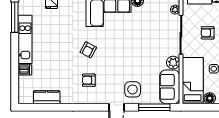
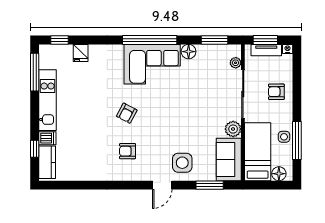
window: (15, 78) -> (35, 149), added
kitchen counter: (47, 97) -> (47, 162), moved, turned 90
window: (154, 107) -> (210, 185), width x0.69

